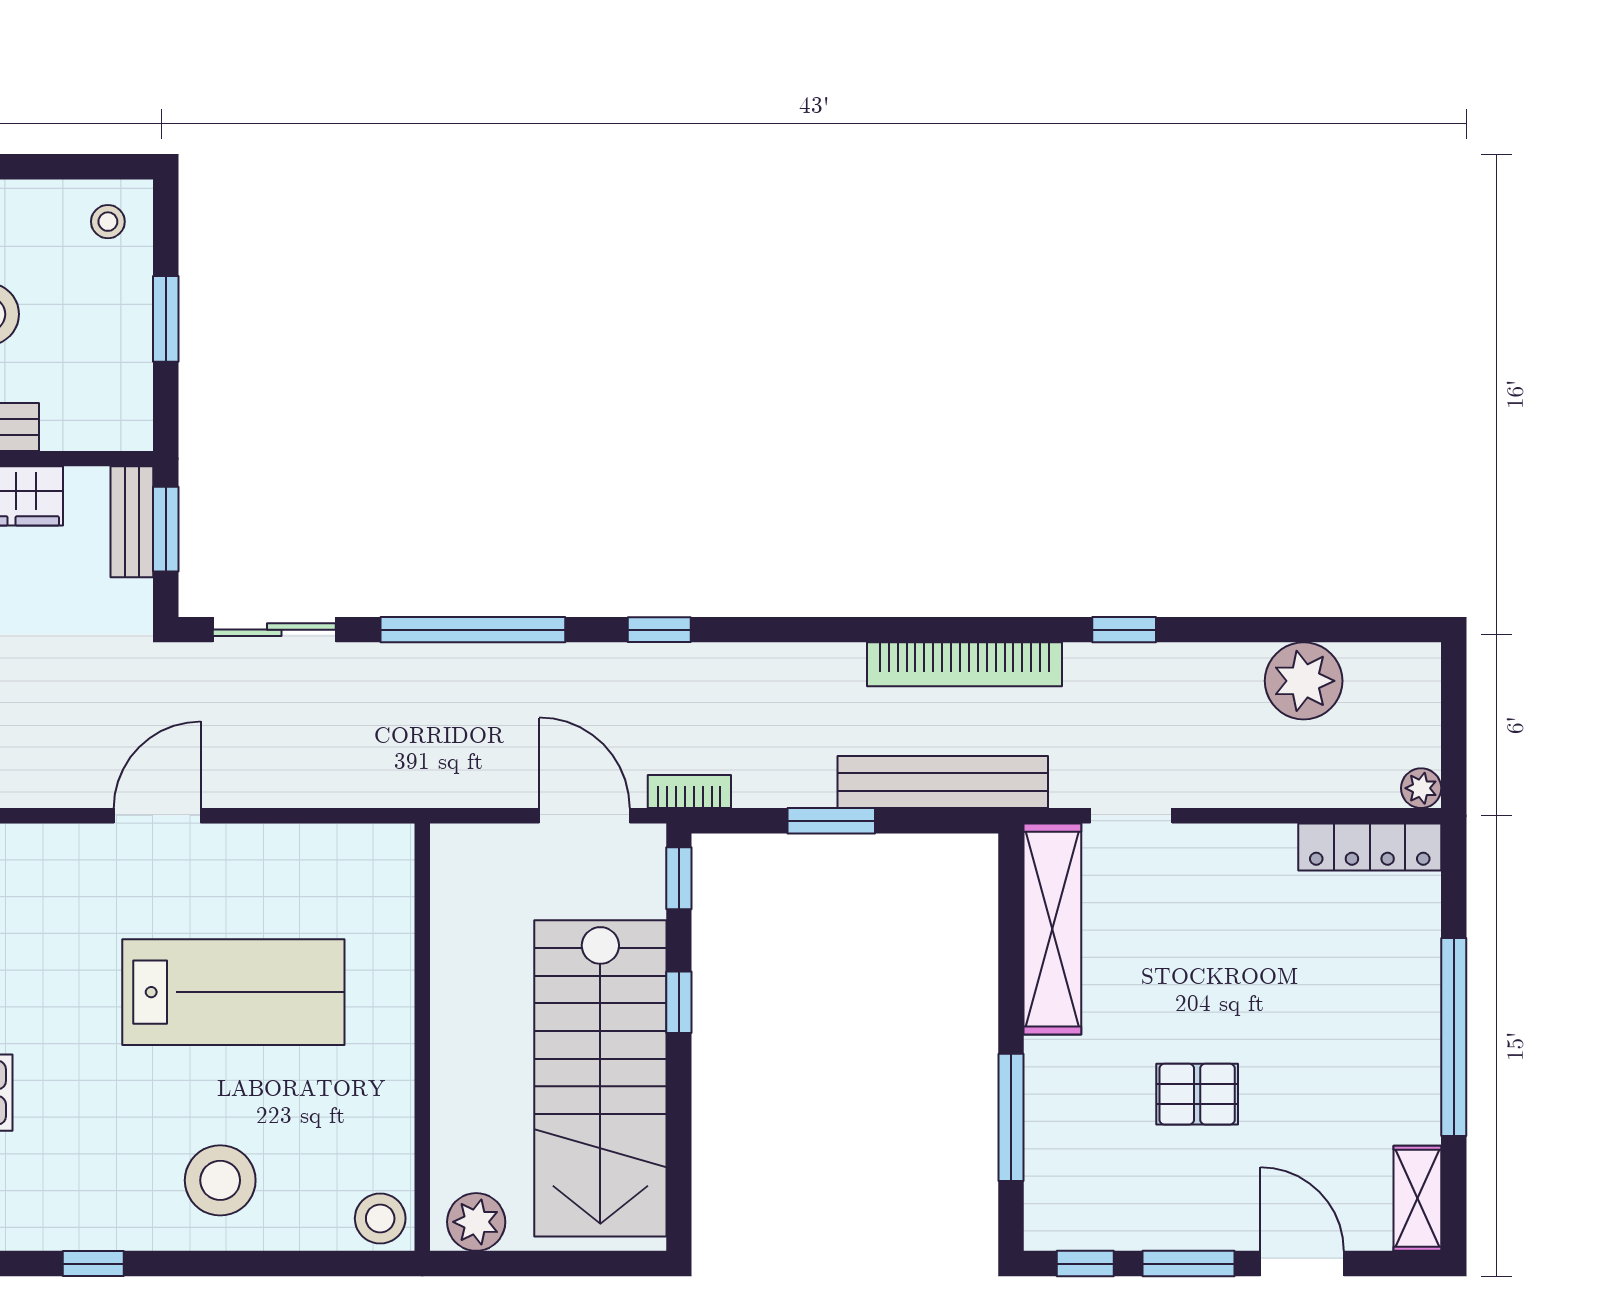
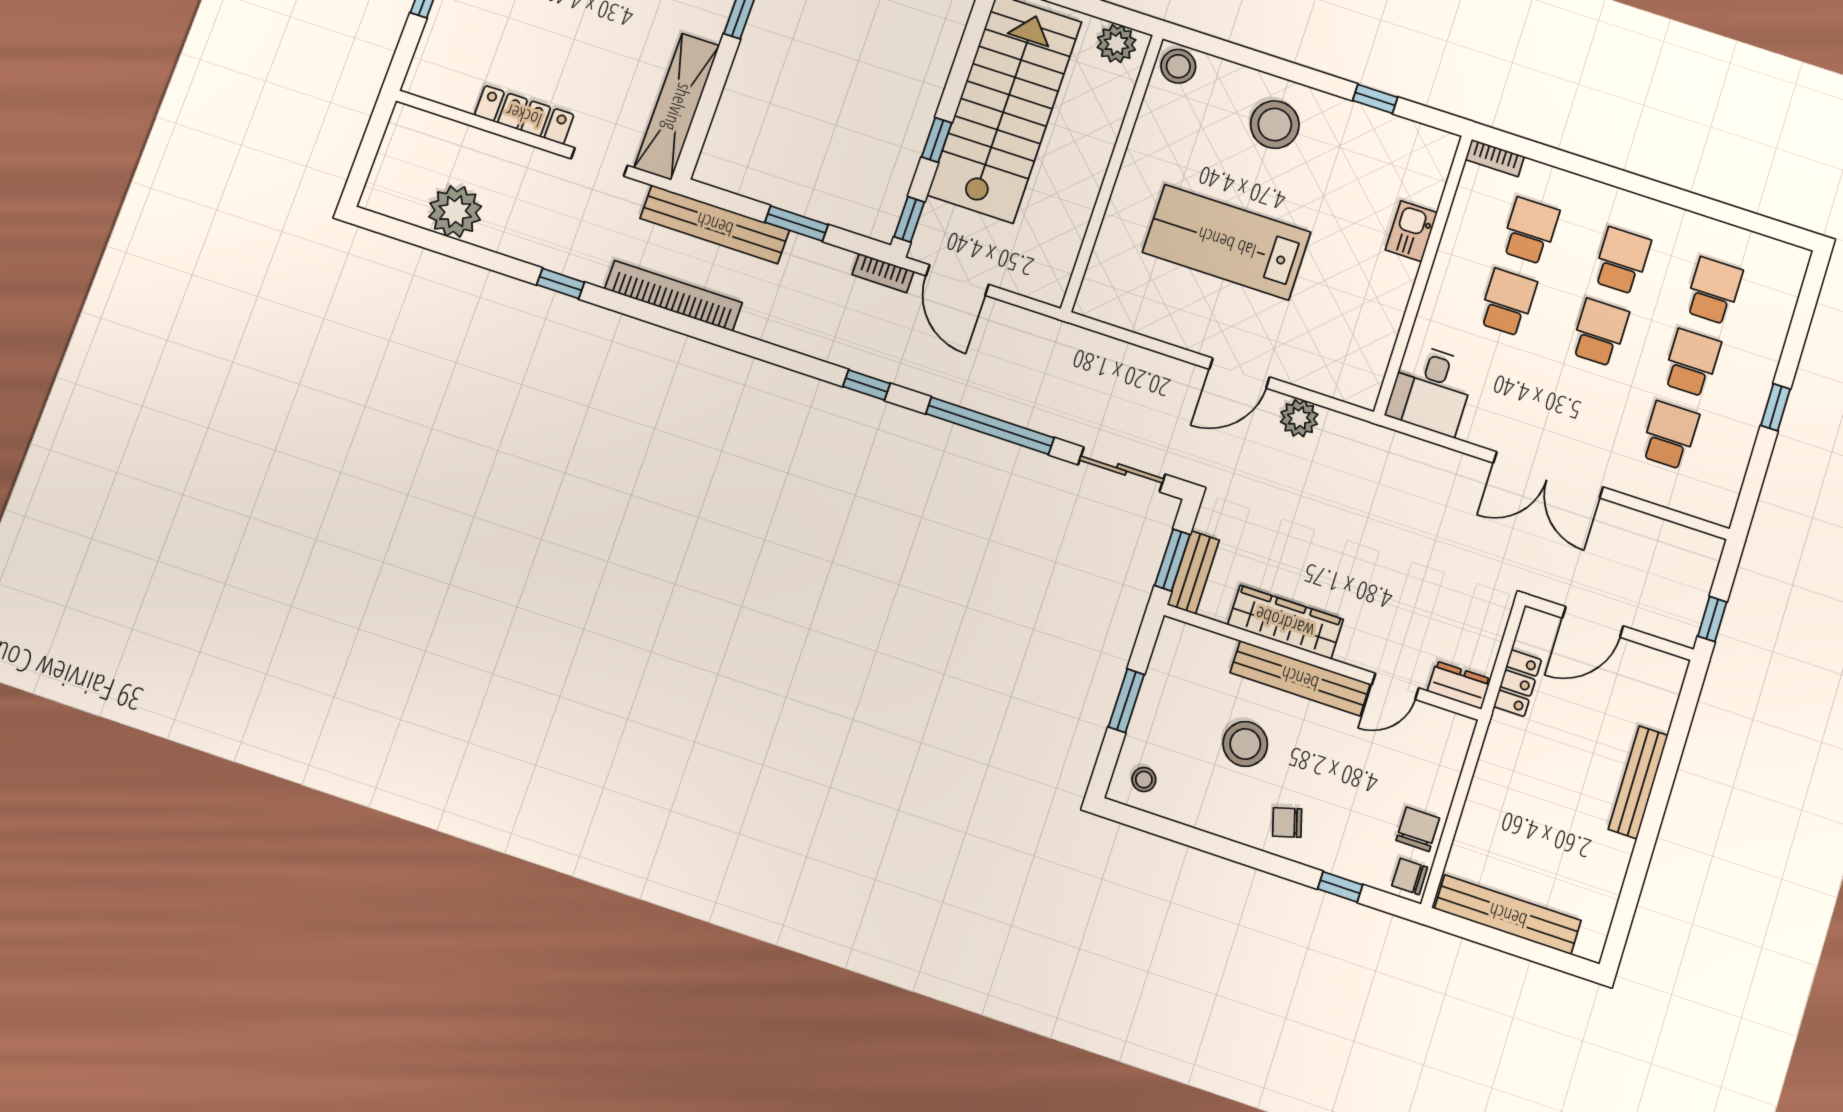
plant: (1421, 788) -> (1299, 418), moved, width x1.38, depth x1.38
locker: (1370, 847) -> (524, 115), moved

